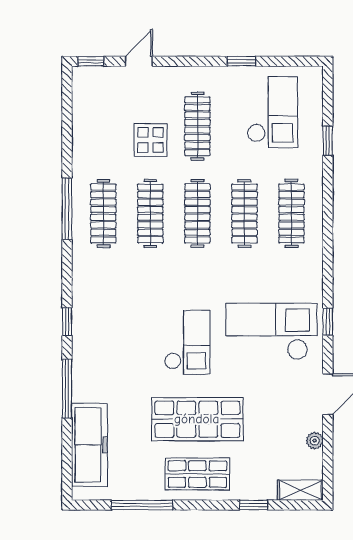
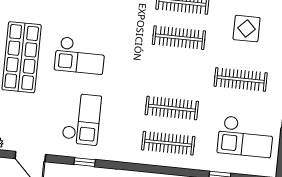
display table: (150, 140) -> (247, 29), moved
clothes rail: (197, 213) -> (175, 73), removed
checkout: (271, 331) -> (82, 119), width x0.73, depth x0.83

